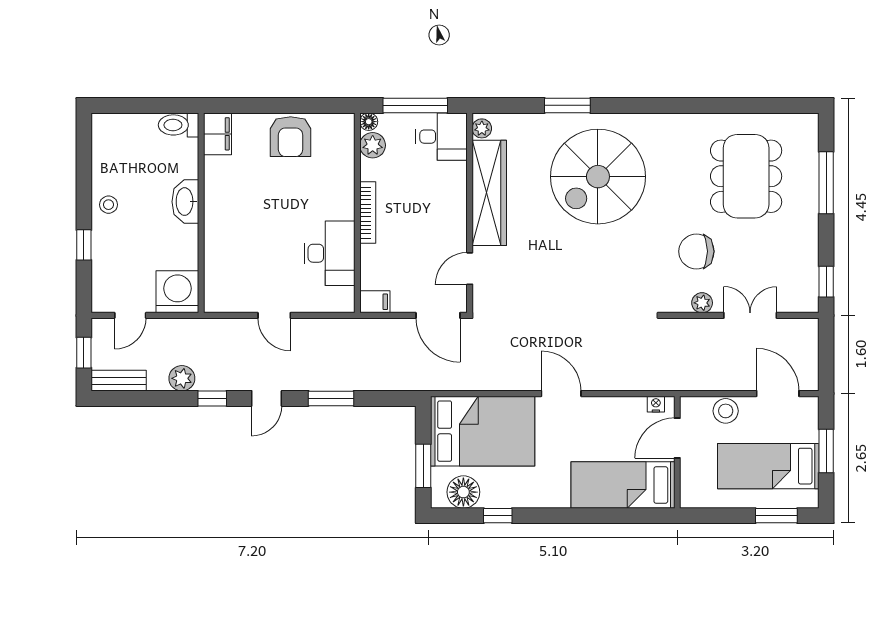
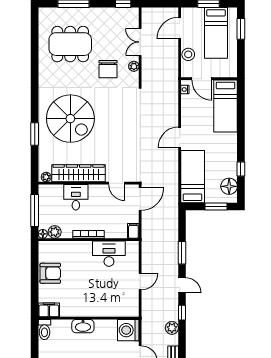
desk: (442, 137) -> (76, 197), moved
bed: (483, 431) -> (193, 177), width x0.67

